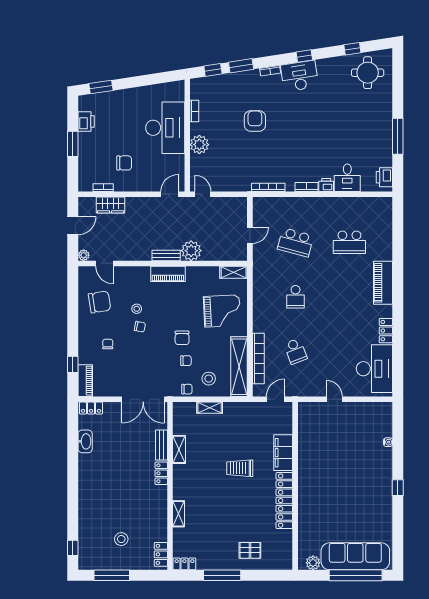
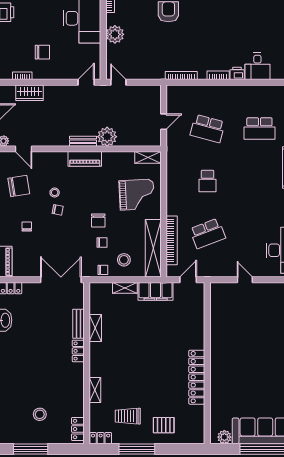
school desk: (296, 351) -> (208, 233), width x1.85
double door: (143, 399) -> (61, 280), swing flipped
filing cabinet: (283, 453) -> (156, 291), moved, turned -90
trolley: (240, 468) -> (128, 416), moved

